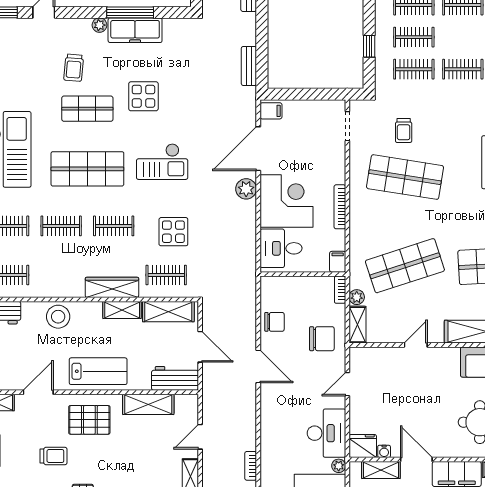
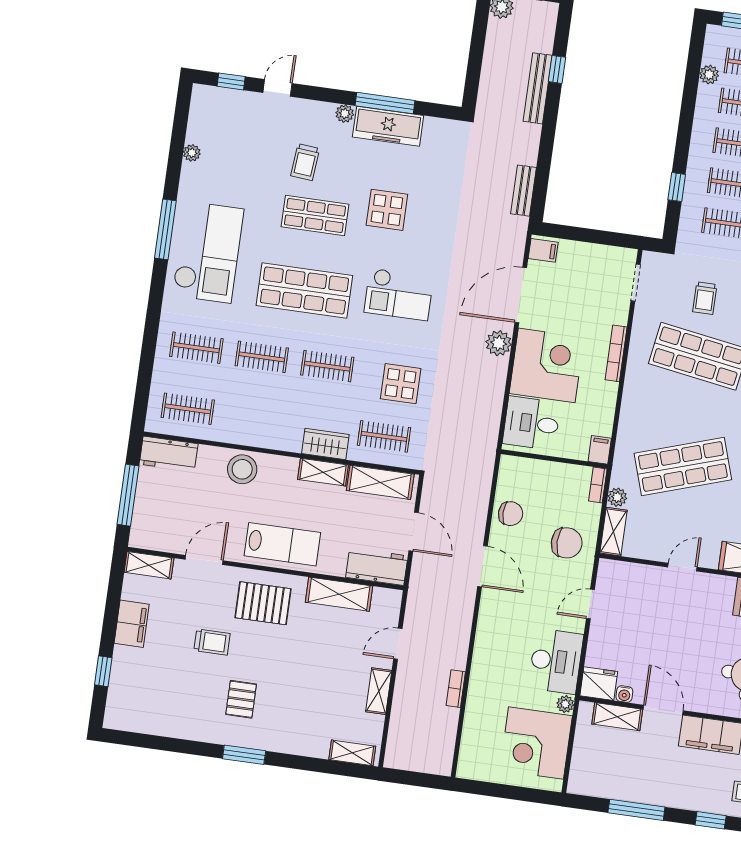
bookcase: (340, 207) -> (616, 353), moved
wardrobe: (112, 287) -> (325, 444), width x0.67

